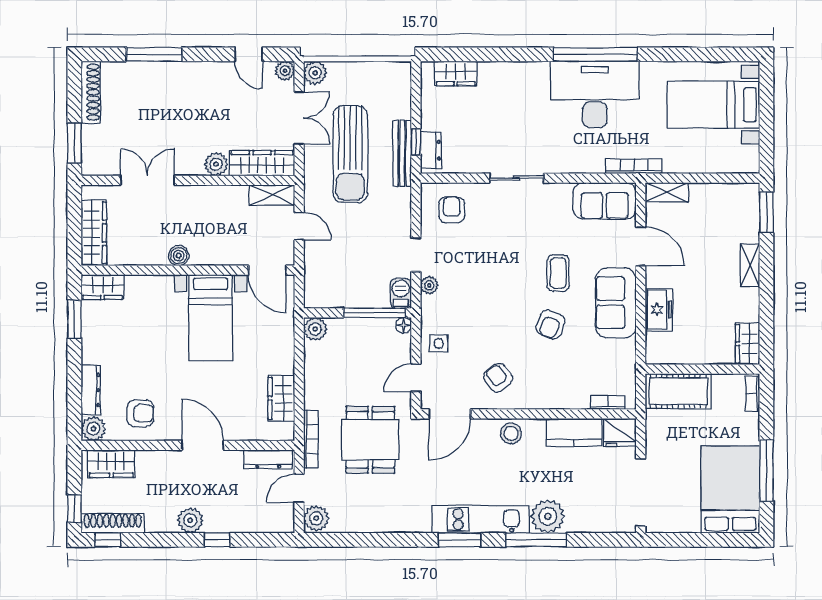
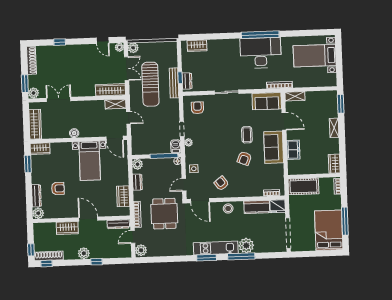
window: (154, 54) -> (60, 42), width x0.46
plant: (216, 164) -> (34, 93), moved
dresser: (314, 368) -> (137, 182), added
armchair: (140, 413) -> (58, 188), moved
door: (450, 414) -> (200, 201), hinge flipped
wardrobe: (111, 464) -> (67, 228), moved

